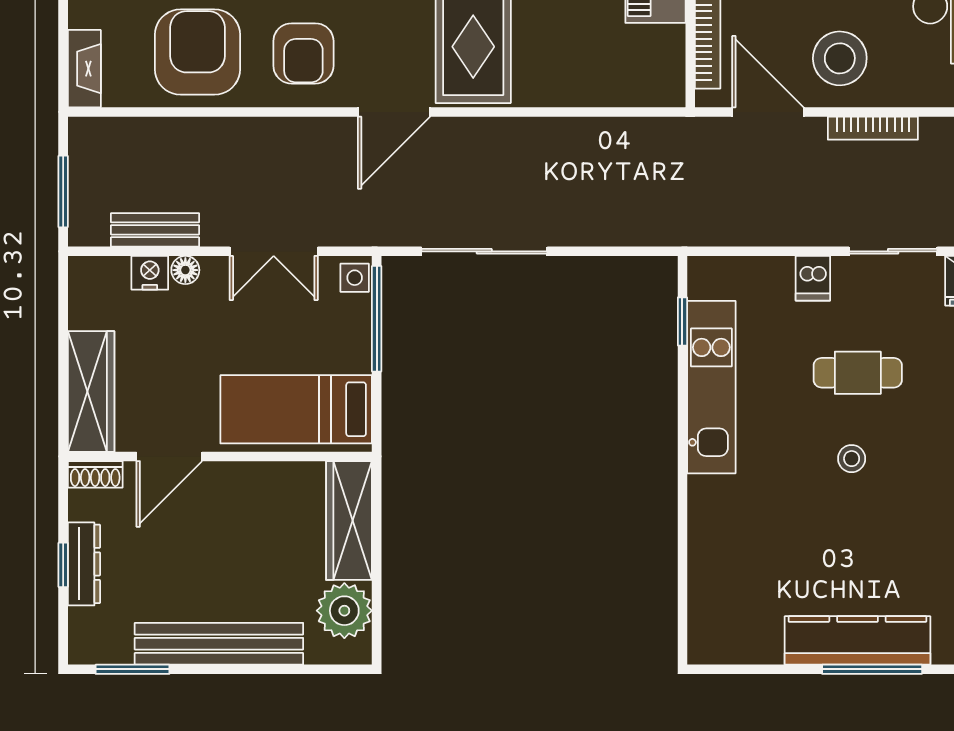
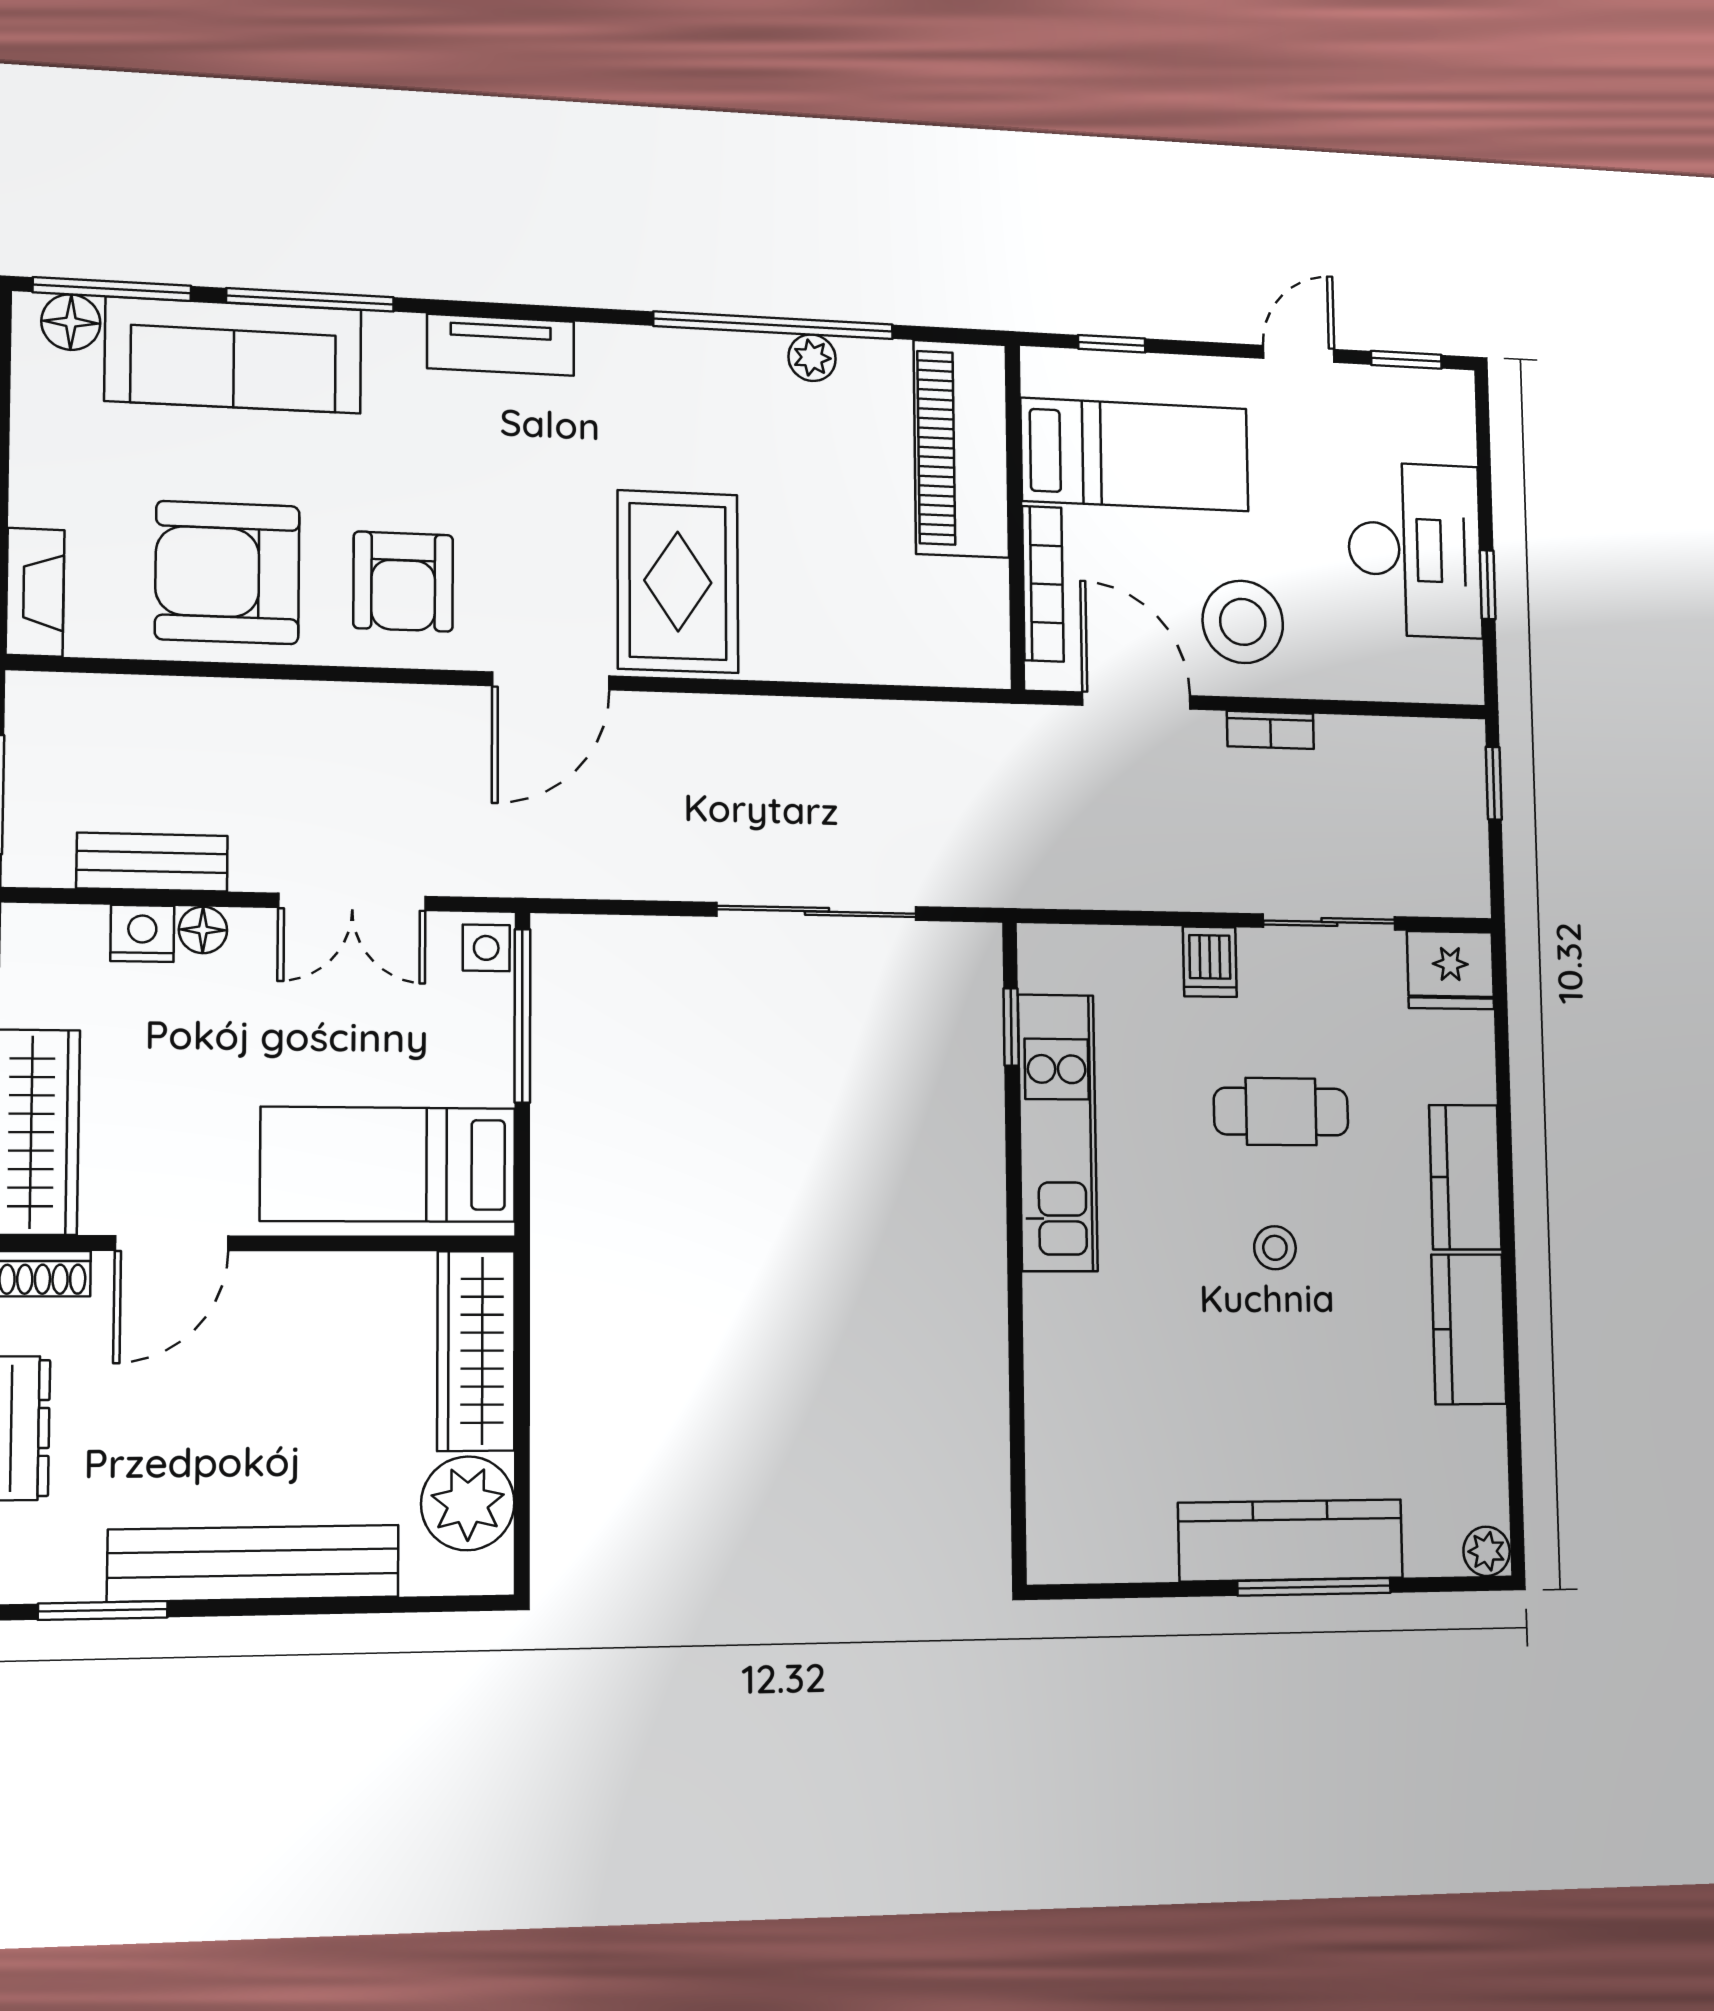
armchair: (197, 52) -> (227, 573), turned -90
bookcase: (873, 128) -> (1270, 730), width x0.64
sliding door: (484, 251) -> (817, 911), moved

